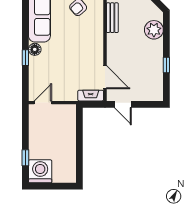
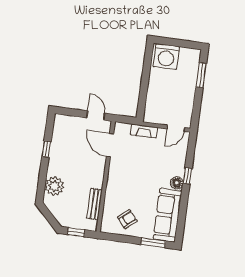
fireplace: (91, 96) -> (144, 131), moved
window: (25, 158) -> (201, 75), width x1.50
washing machine: (40, 171) -> (166, 57), moved

